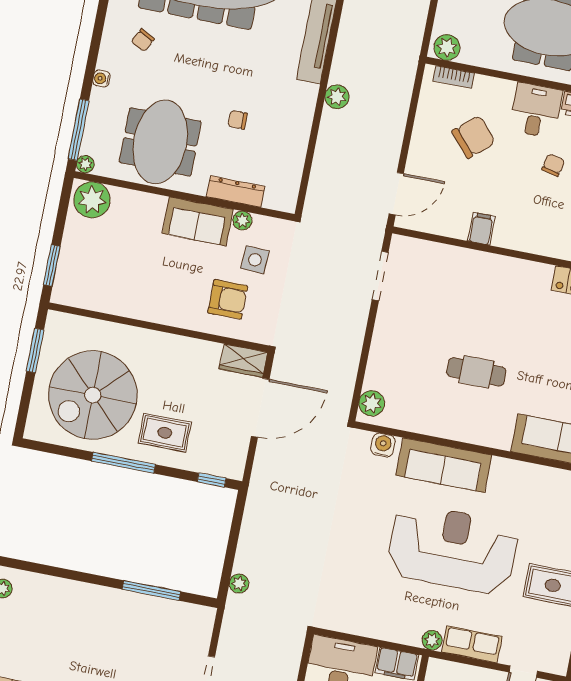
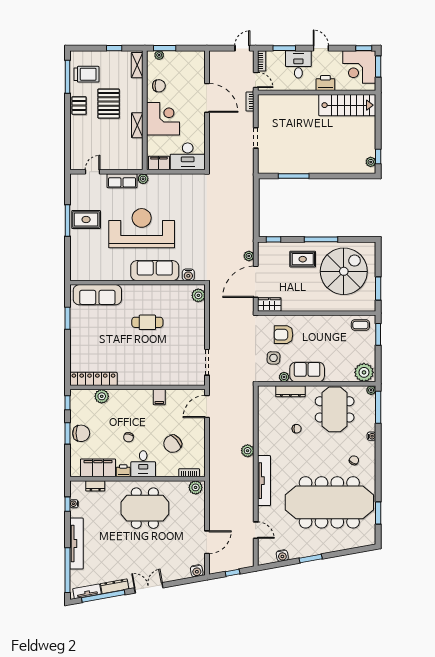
coffee table: (81, 289) -> (360, 325), added
reception desk: (453, 549) -> (142, 228), turned 180
plant: (239, 584) -> (249, 256), moved

